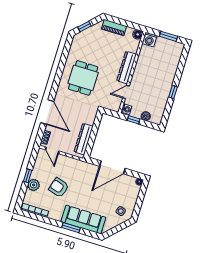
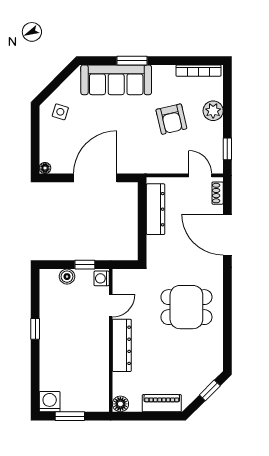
washing machine: (150, 40) -> (50, 402), moved
dining table: (83, 78) -> (186, 307), turned 90
window: (28, 176) -> (227, 149), moved
armchair: (59, 188) -> (171, 119), turned 60

